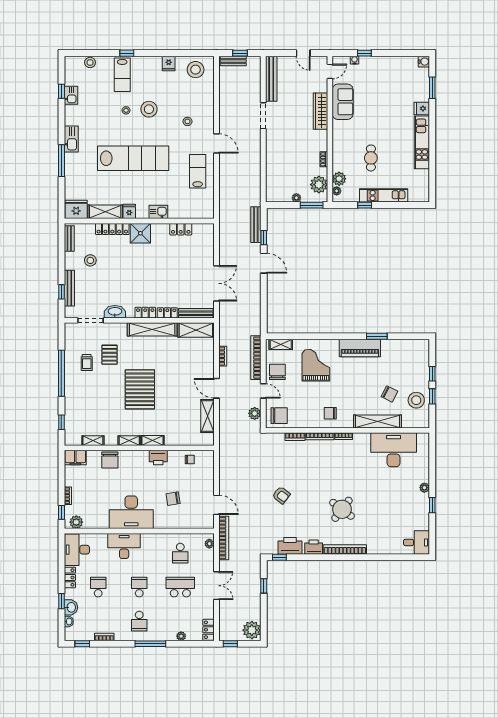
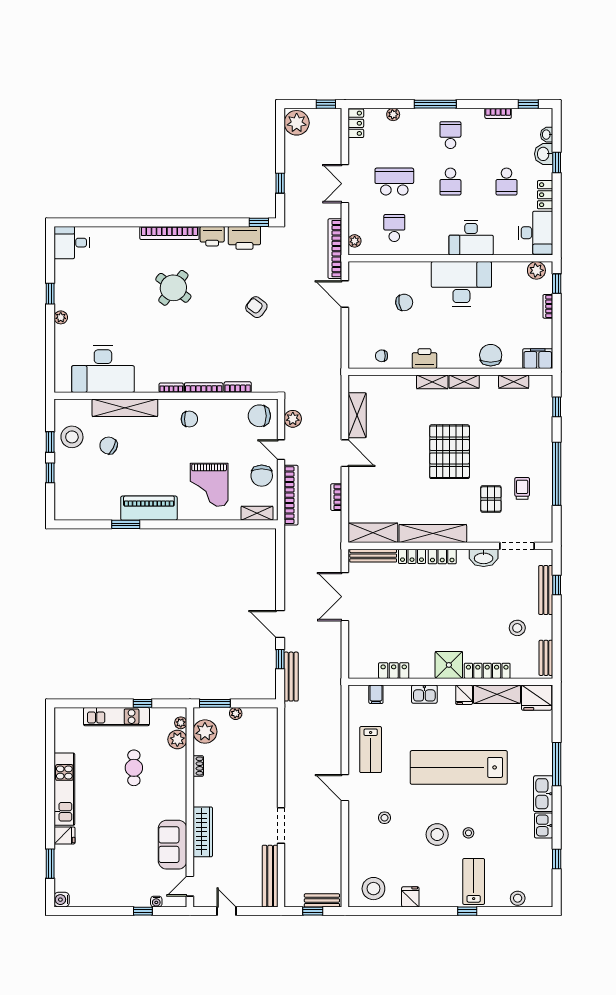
kitchen sink: (71, 95) -> (544, 825), moved
filing cabinet: (194, 212) -> (376, 694), added
school desk: (180, 587) -> (394, 182), turned 180

